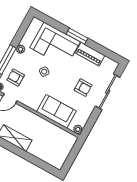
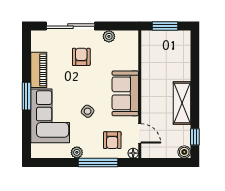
sofa: (56, 111) -> (125, 93), moved
plant: (78, 129) -> (109, 36), moved
window: (73, 155) -> (165, 26), added

